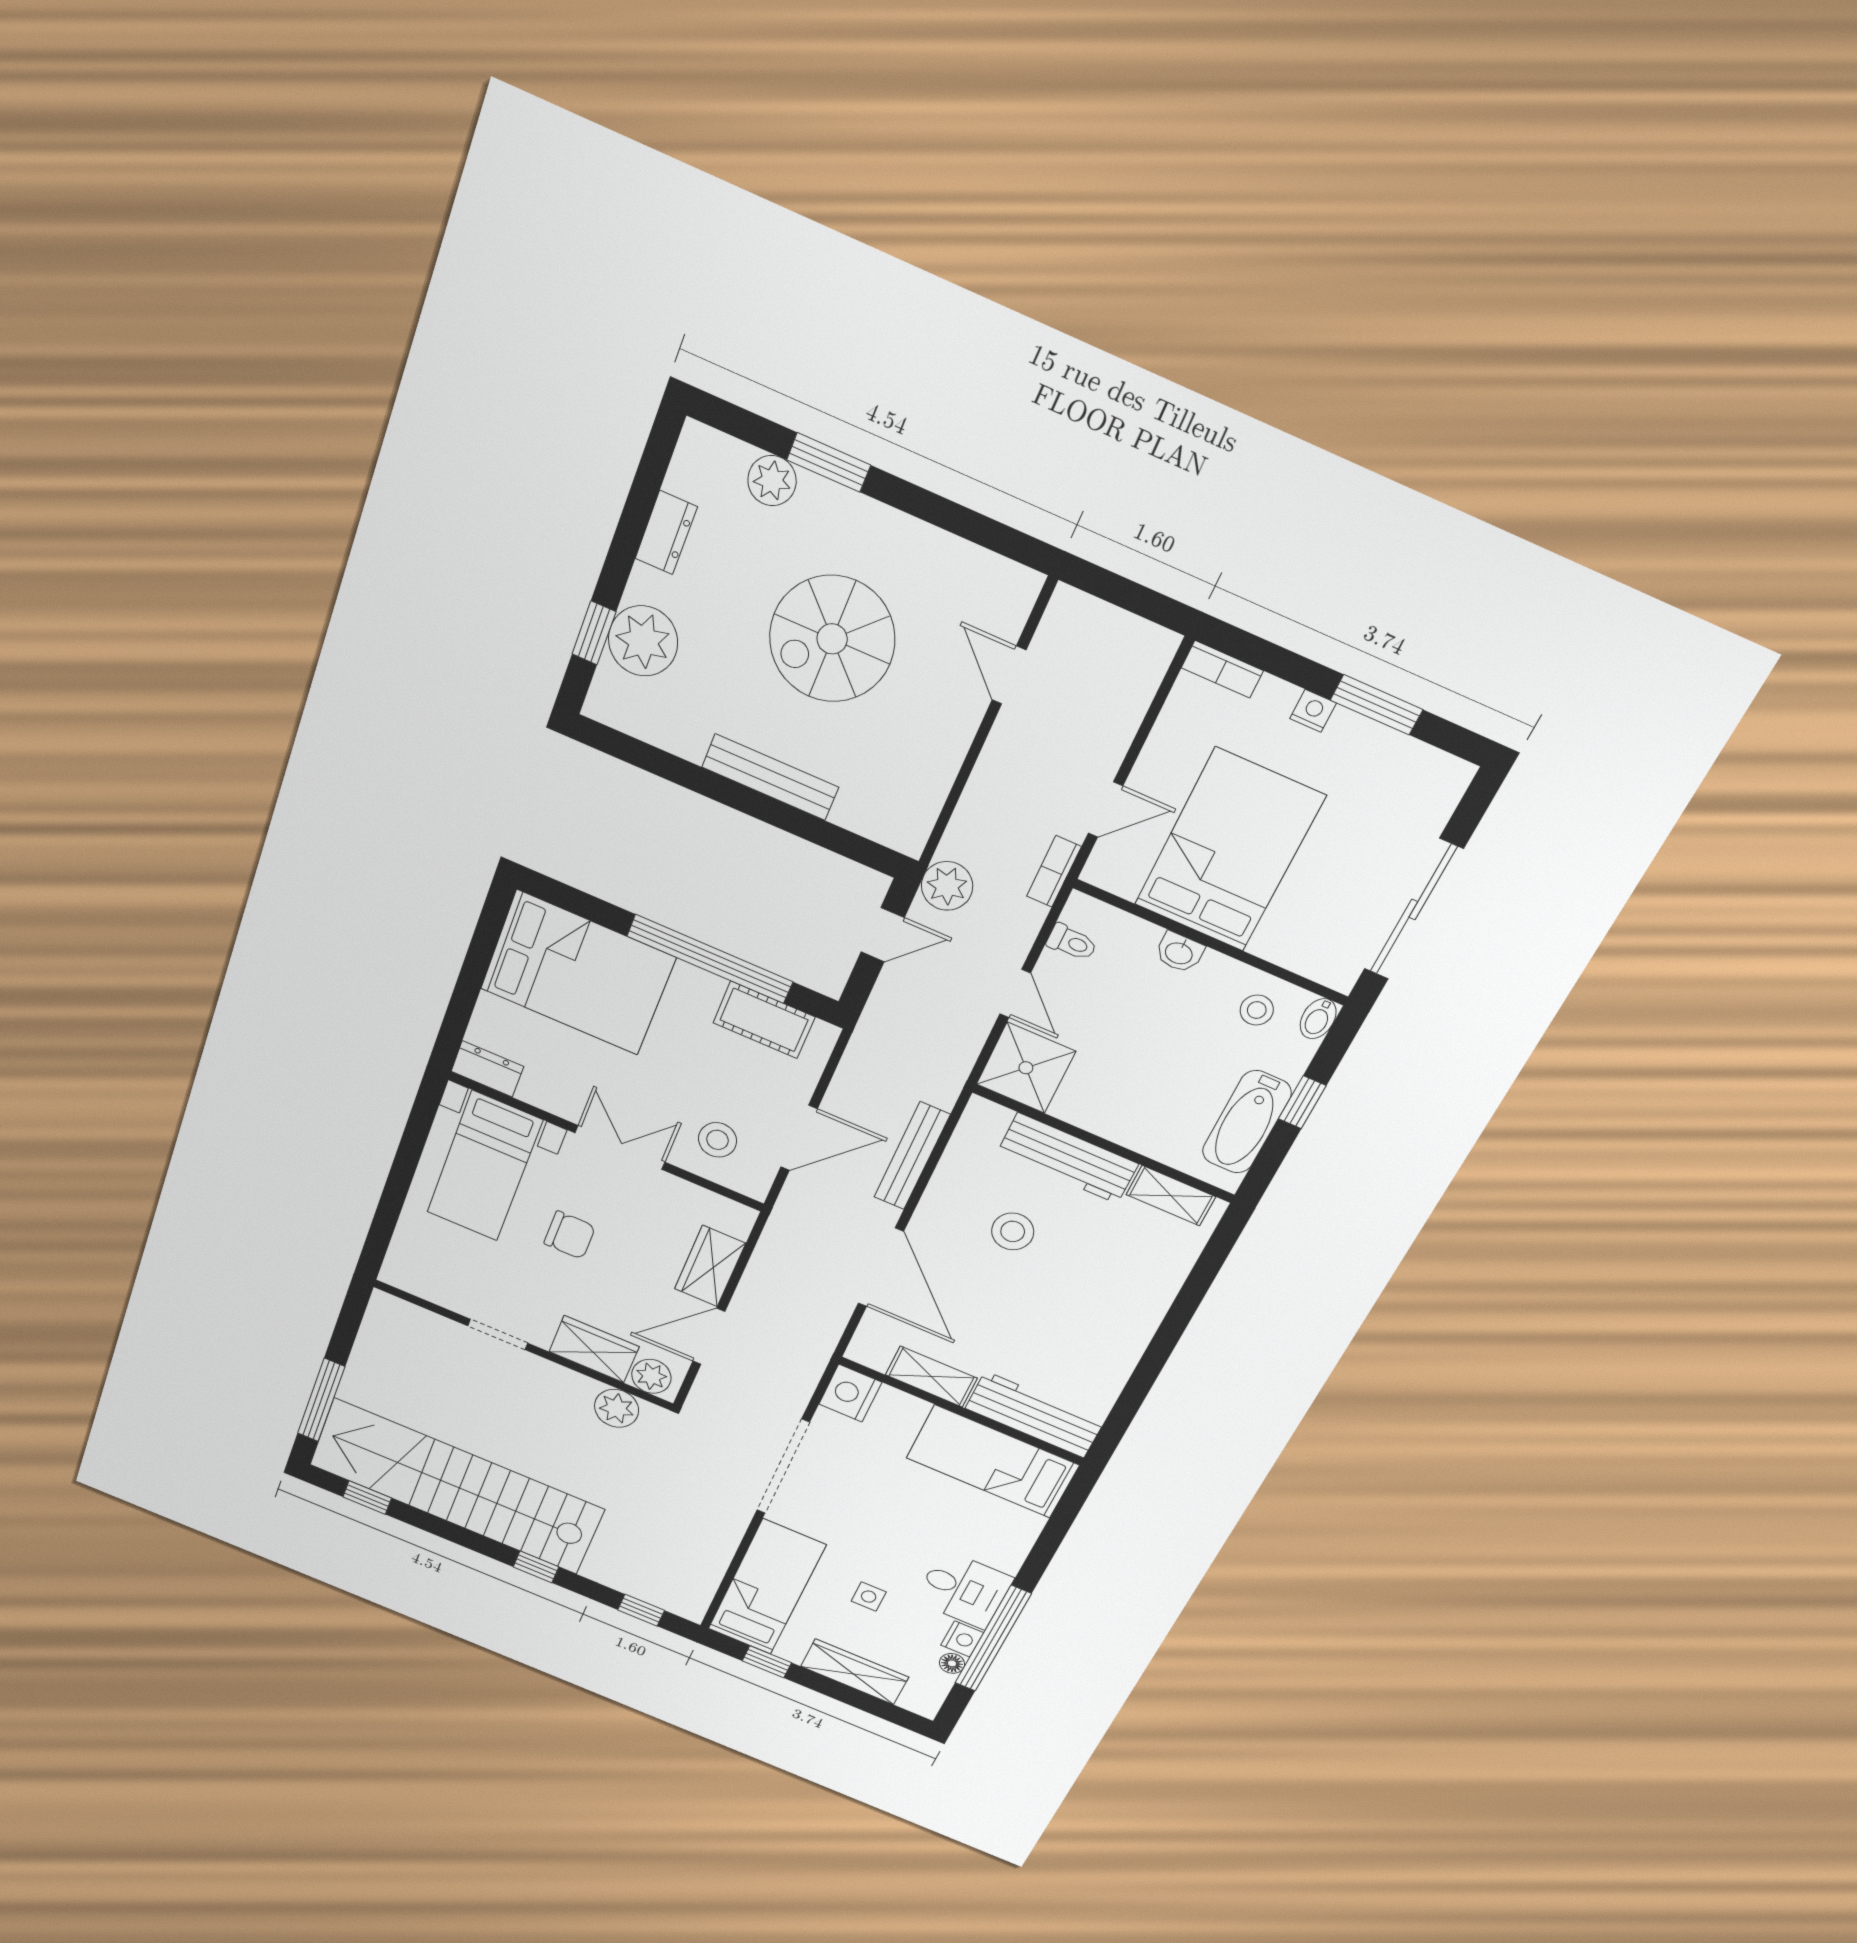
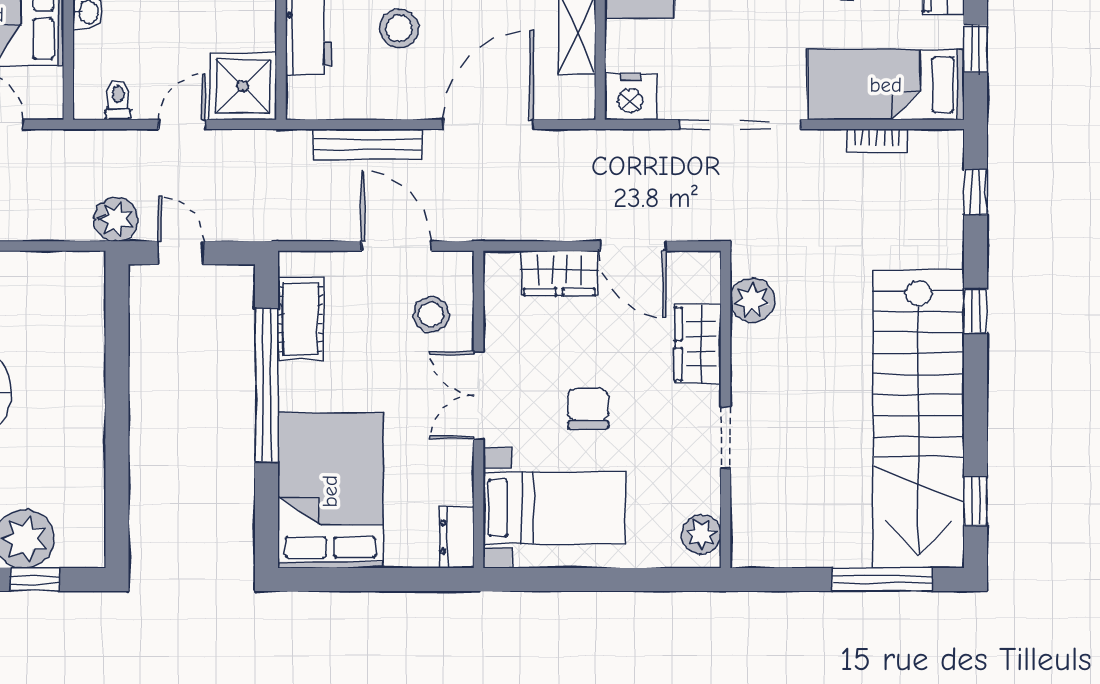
bench: (770, 777) -> (89, 396), removed
bookcase: (1054, 871) -> (877, 141), moved
plant: (651, 1376) -> (701, 535), moved

